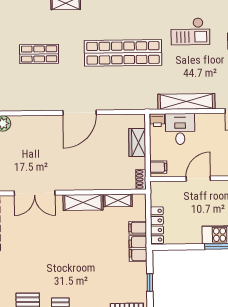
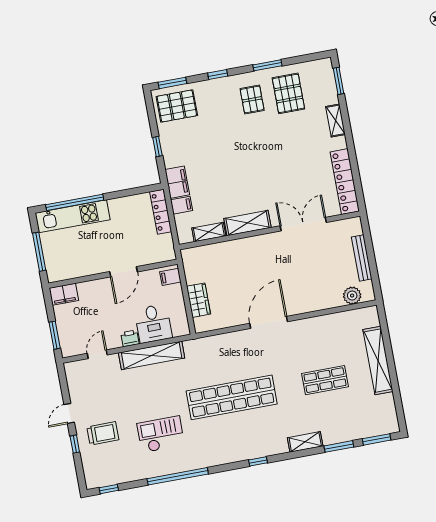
printer: (157, 120) -> (130, 338), moved
shoe rack: (141, 179) -> (187, 260), removed

